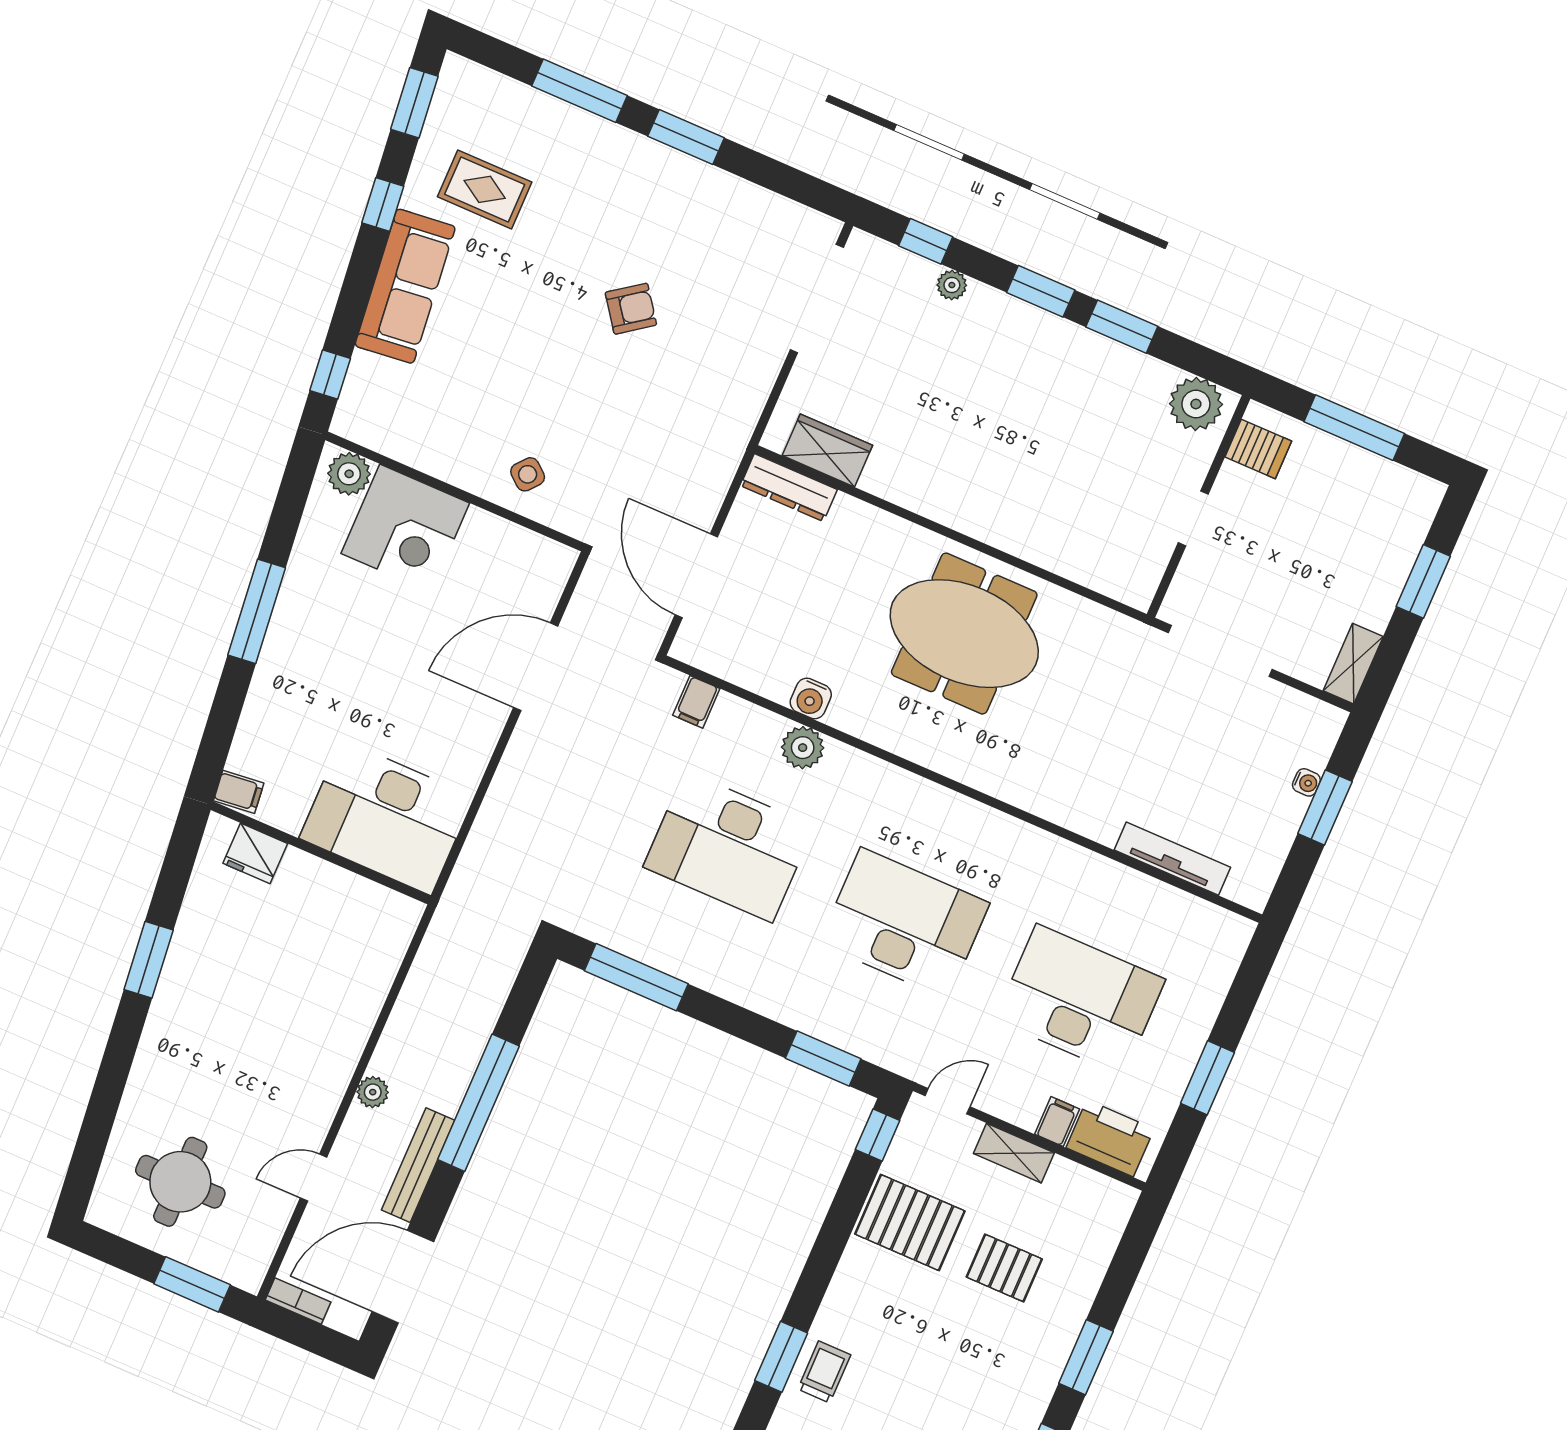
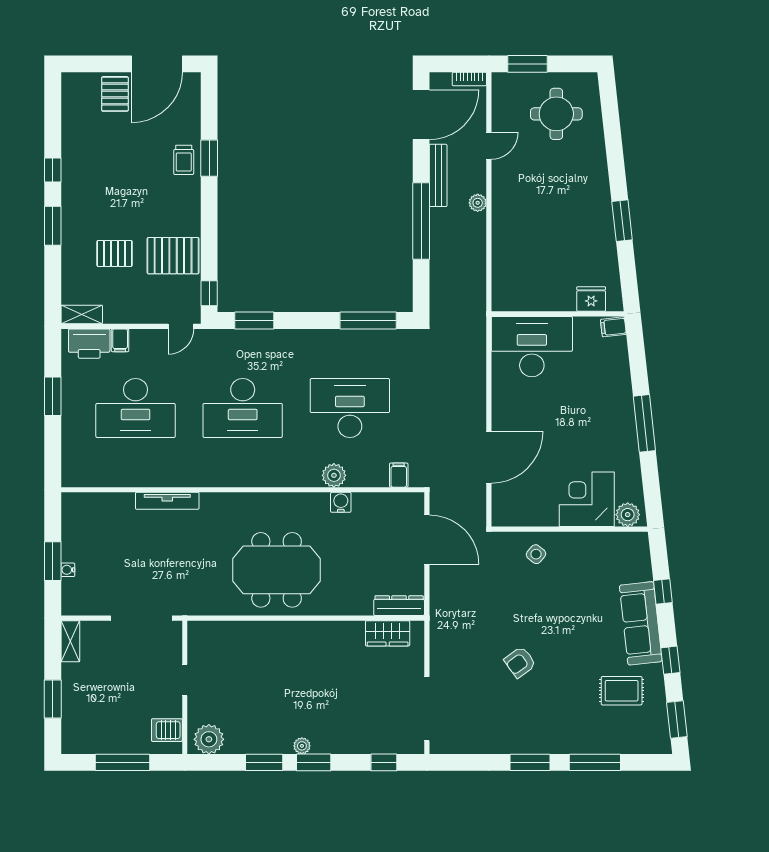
plant: (952, 285) -> (302, 746), moved
window: (330, 374) -> (663, 591), moved
tv unit: (1172, 859) -> (167, 501), moved
shelving: (1014, 1153) -> (82, 314), moved

